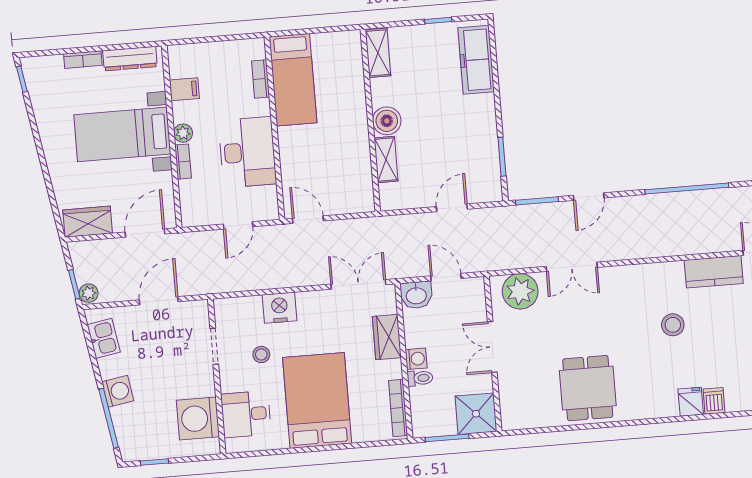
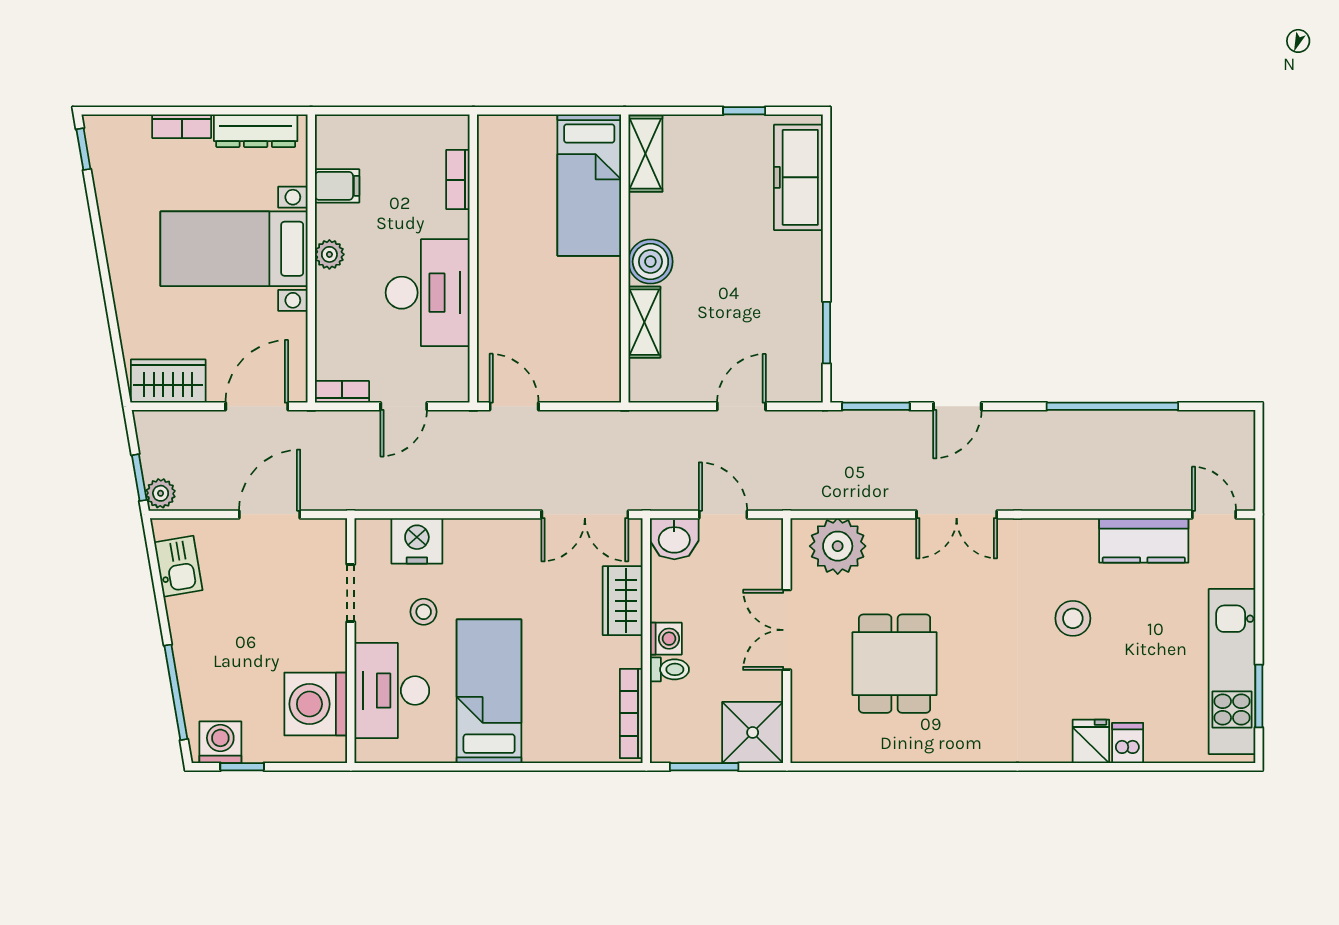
bed: (293, 80) -> (589, 185), moved
bookcase: (183, 162) -> (342, 392), moved, turned -90
double door: (572, 267) -> (957, 514), moved
double door: (358, 284) -> (585, 514), swing flipped
nightstand: (279, 308) -> (417, 541), moved
dining table: (588, 388) -> (895, 664), moved
washing machine: (118, 391) -> (220, 742), moved, turned -80
bed: (317, 400) -> (489, 691), width x0.67
desk: (246, 414) -> (392, 691), width x1.37

